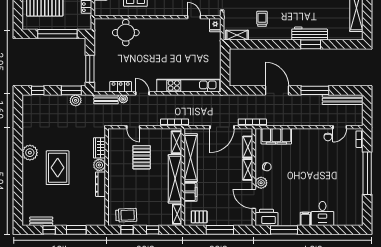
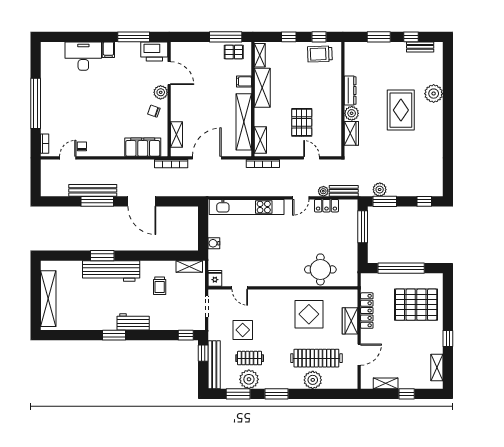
workbench: (310, 33) -> (111, 271), width x1.36, depth x1.32
water cooler: (216, 55) -> (214, 243), added
door: (142, 93) -> (301, 198), hinge flipped
bench: (343, 100) -> (93, 190), moved
plant: (30, 153) -> (434, 94), moved
shelving: (248, 169) -> (176, 108), removed
shelving: (175, 179) -> (262, 88), width x0.68
filing cabinet: (191, 192) -> (244, 81), width x0.50
desk: (322, 213) -> (83, 56), width x1.37
window: (220, 230) -> (226, 37), moved

